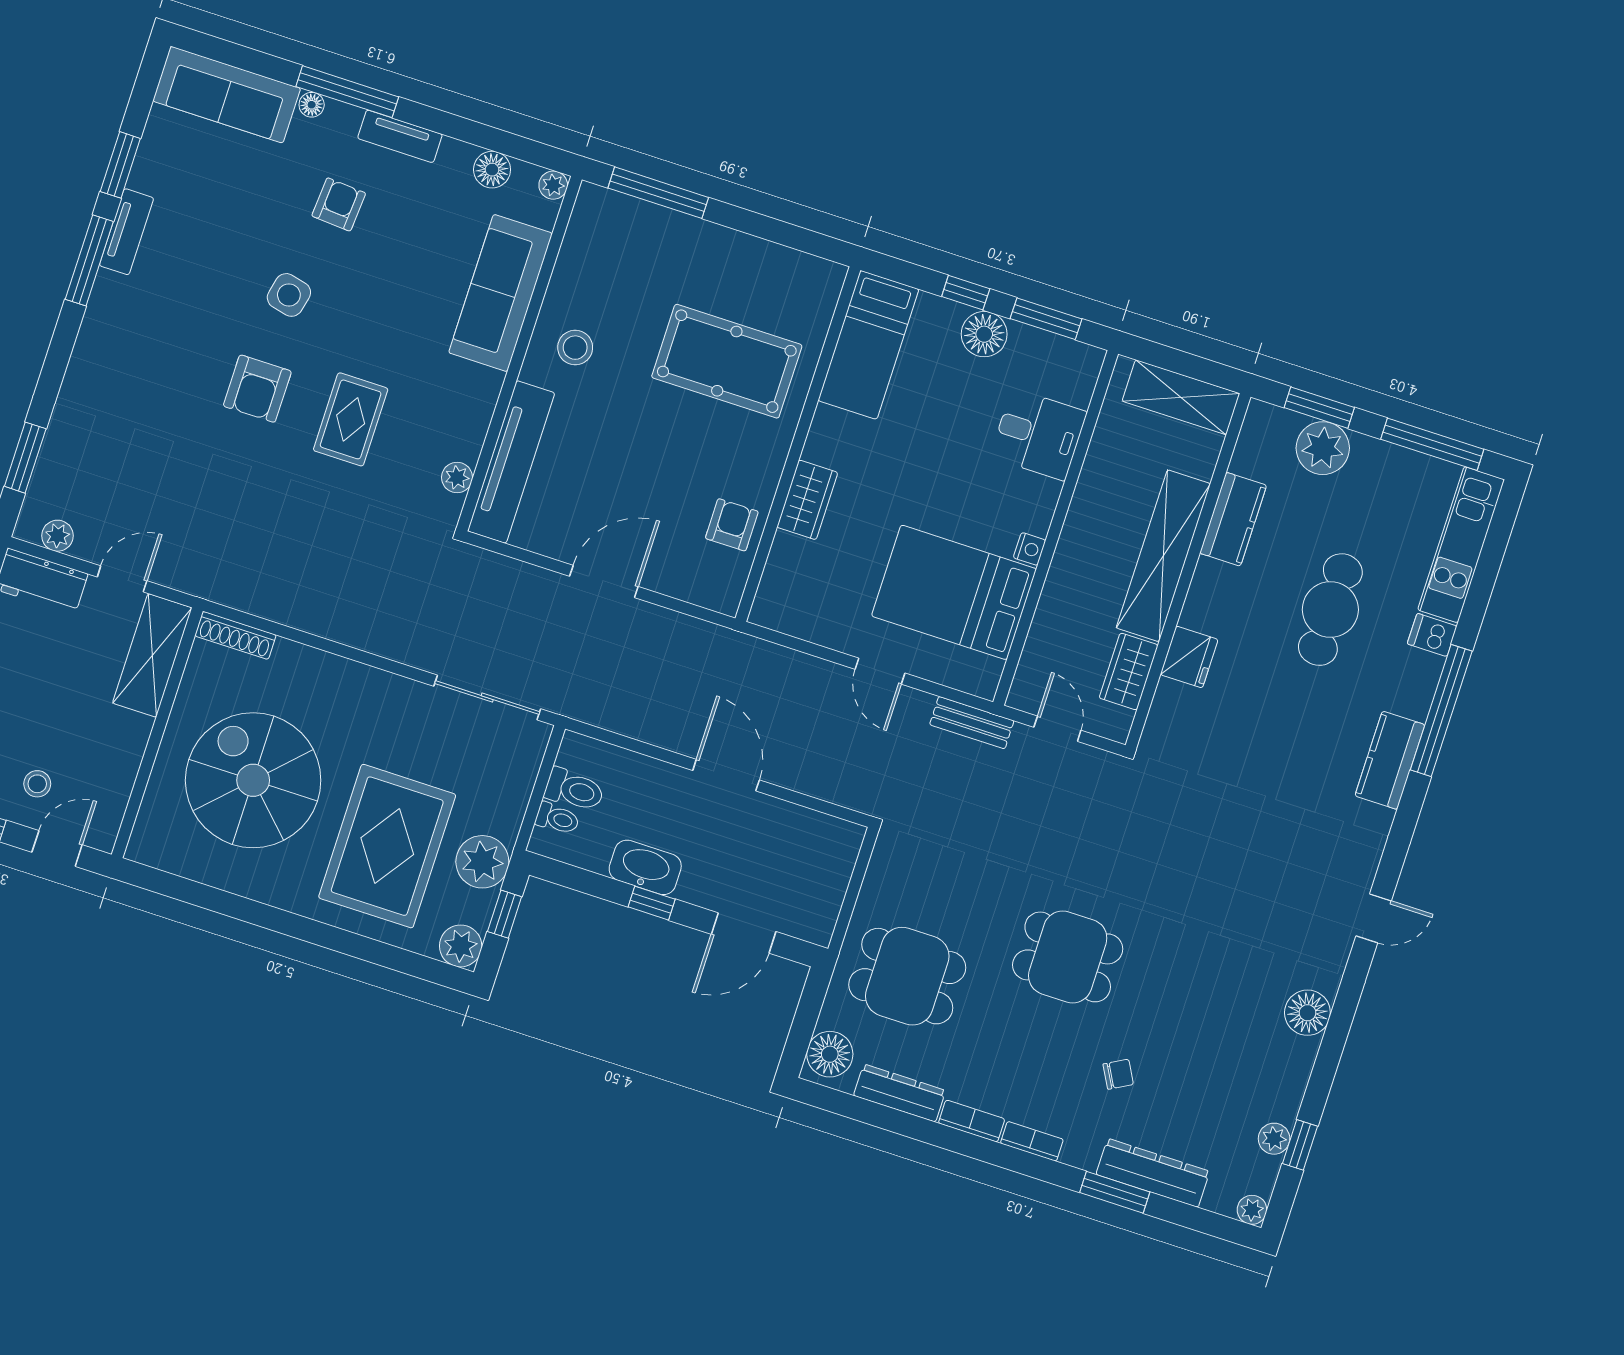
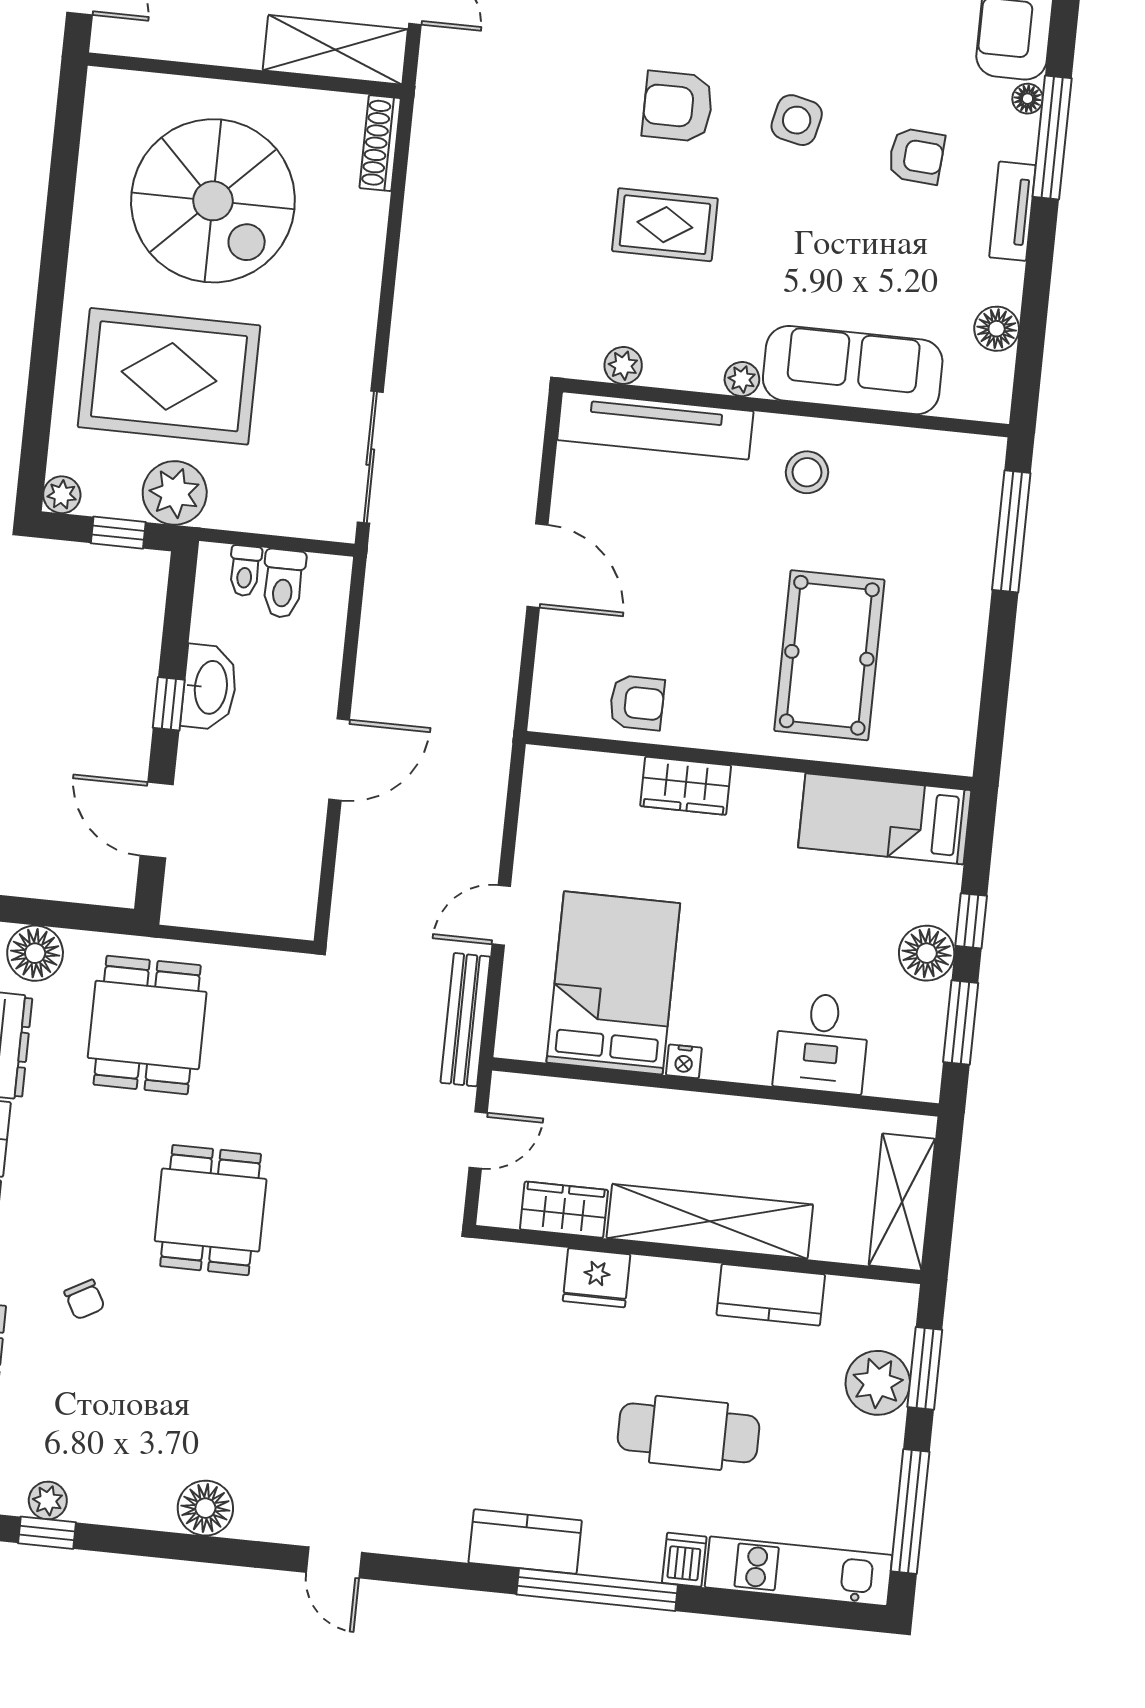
plant: (553, 185) -> (742, 379), moved
bench: (972, 723) -> (465, 1020), width x1.36
spiral stairs: (253, 780) -> (213, 201), turned 90
plant: (461, 946) -> (62, 495), width x0.73, depth x0.73

